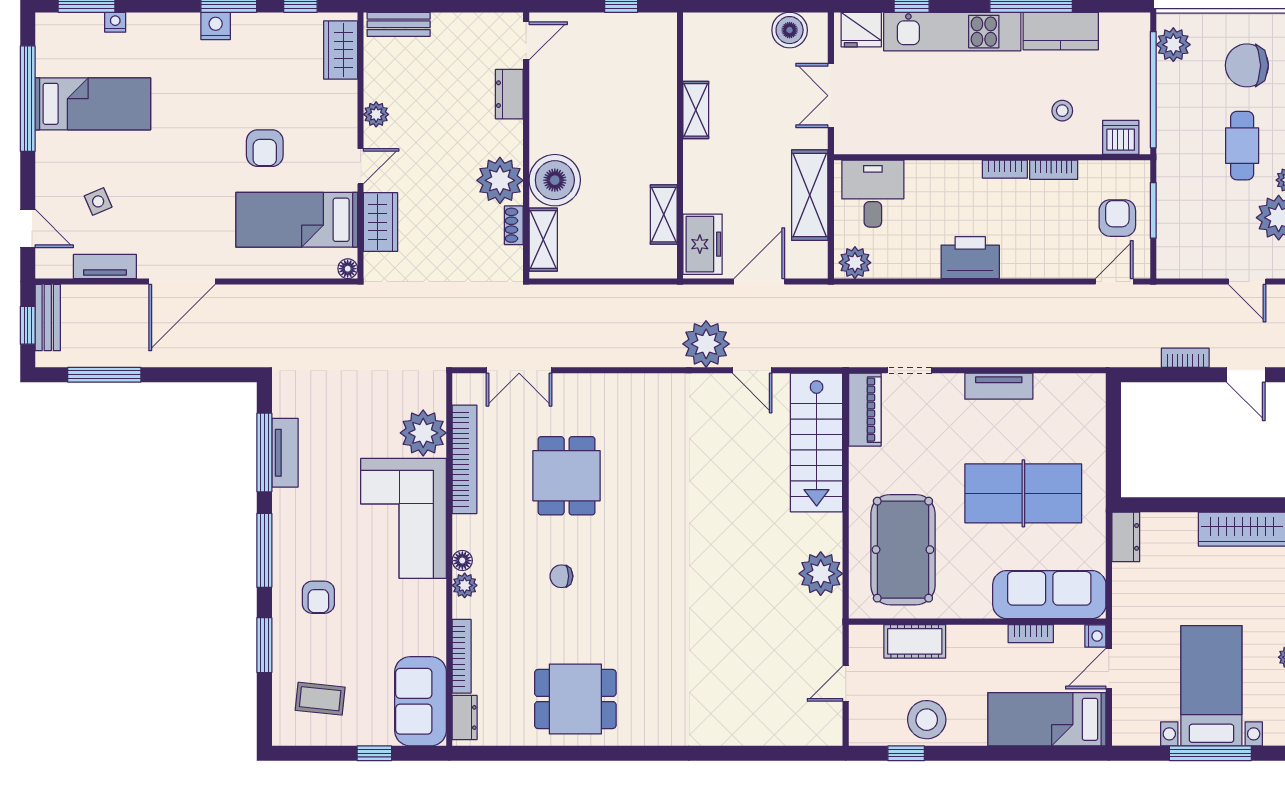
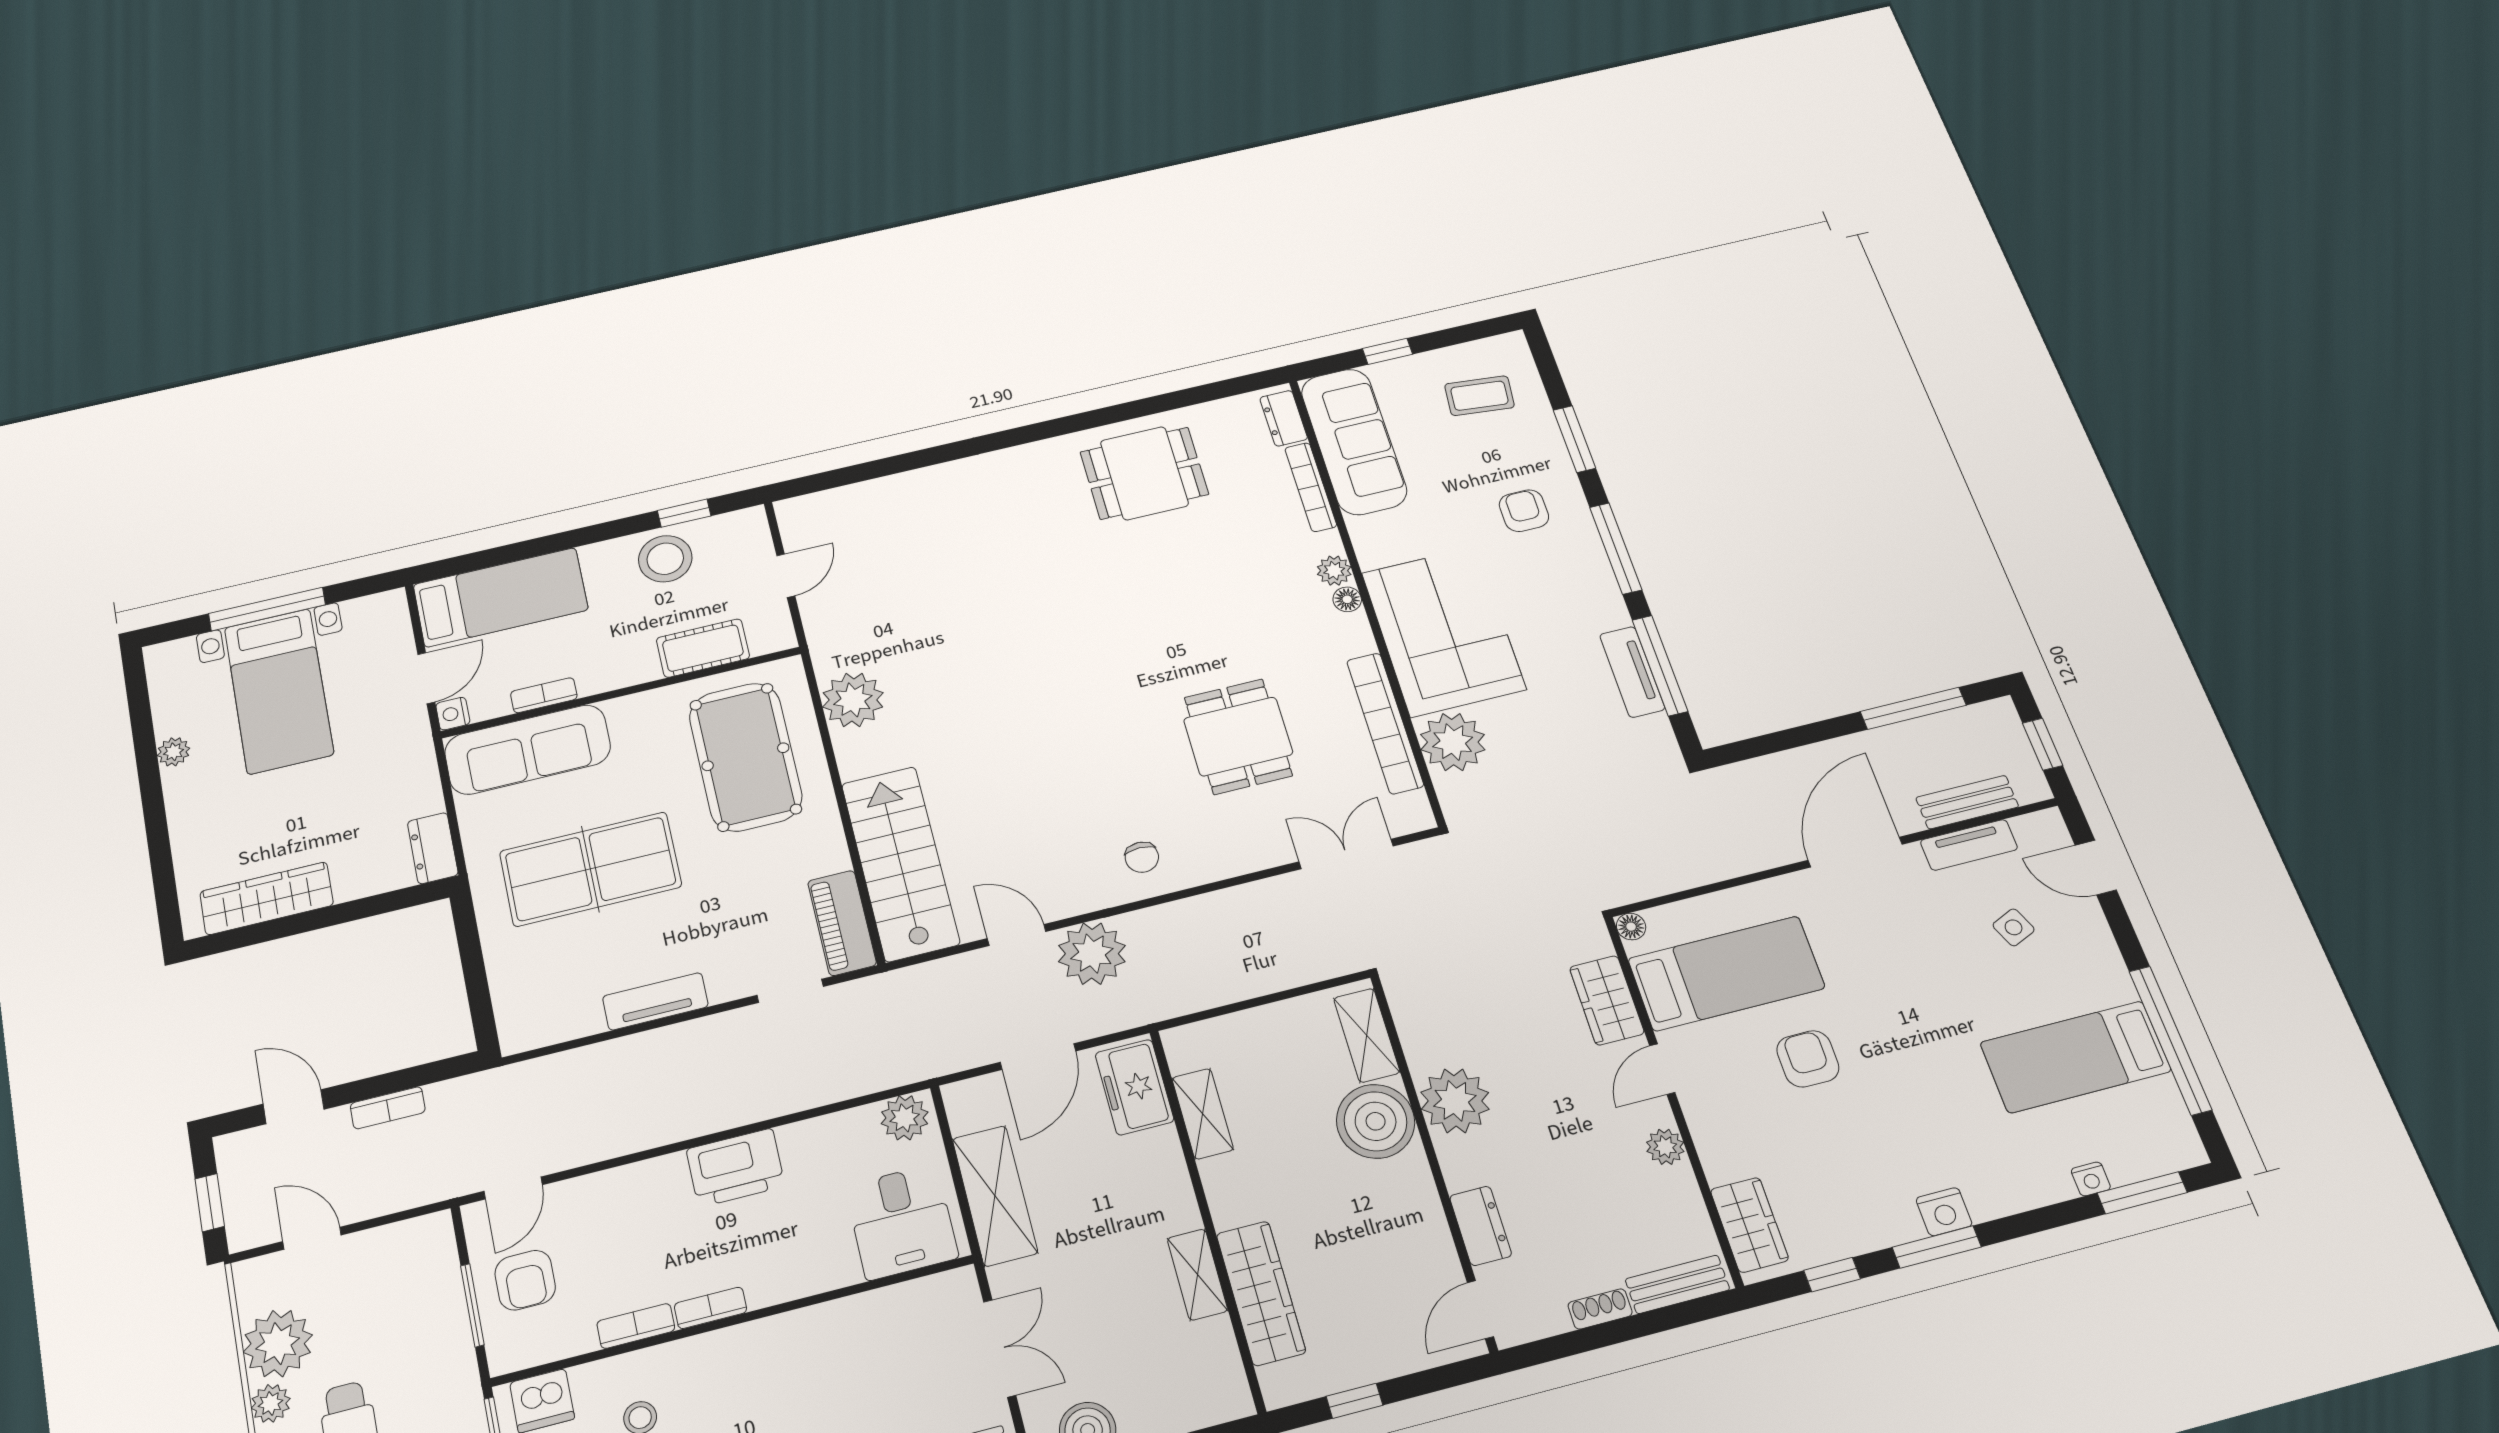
wardrobe: (659, 88) -> (1261, 1293), added
shoe rack: (514, 225) -> (1600, 1309), moved, turned -90
bench: (48, 318) -> (1967, 802), moved, turned 90
chair: (561, 576) -> (1142, 857), moved, turned 90
sofa: (420, 701) -> (1354, 441), width x1.36

